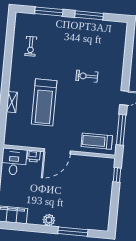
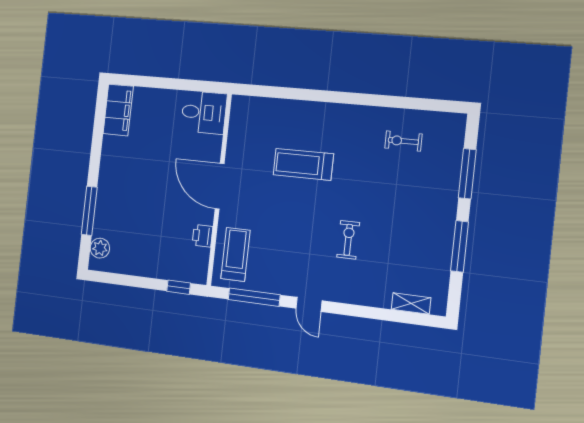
shelving: (12, 102) -> (411, 303), moved
treadmill: (44, 102) -> (303, 164), width x0.73, depth x0.73
printer: (34, 156) -> (203, 236), moved
plant: (49, 220) -> (100, 248), moved

